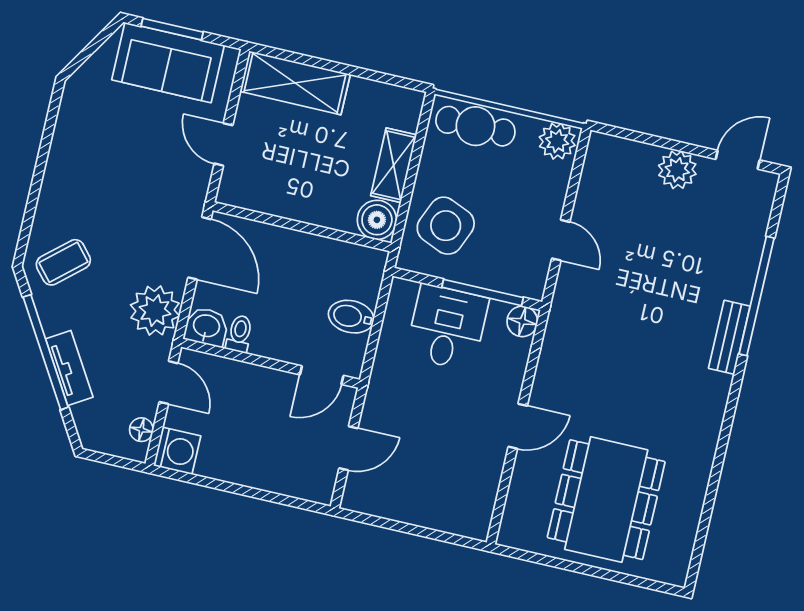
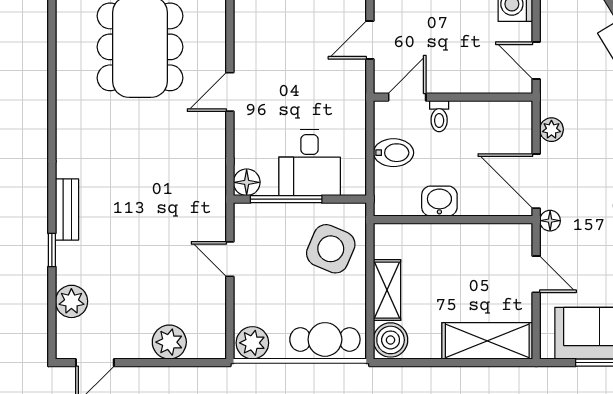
plant: (677, 170) -> (169, 342), moved
boiler: (377, 220) -> (391, 340), moved
plant: (748, 234) -> (71, 301), added
window: (757, 296) -> (52, 250), width x0.32
plant: (155, 311) -> (551, 130), width x0.53, depth x0.53
washbasin: (206, 327) -> (439, 201), moved, turned 180
toilet: (239, 334) -> (439, 116), moved
floor lamp: (141, 430) -> (550, 221), moved

